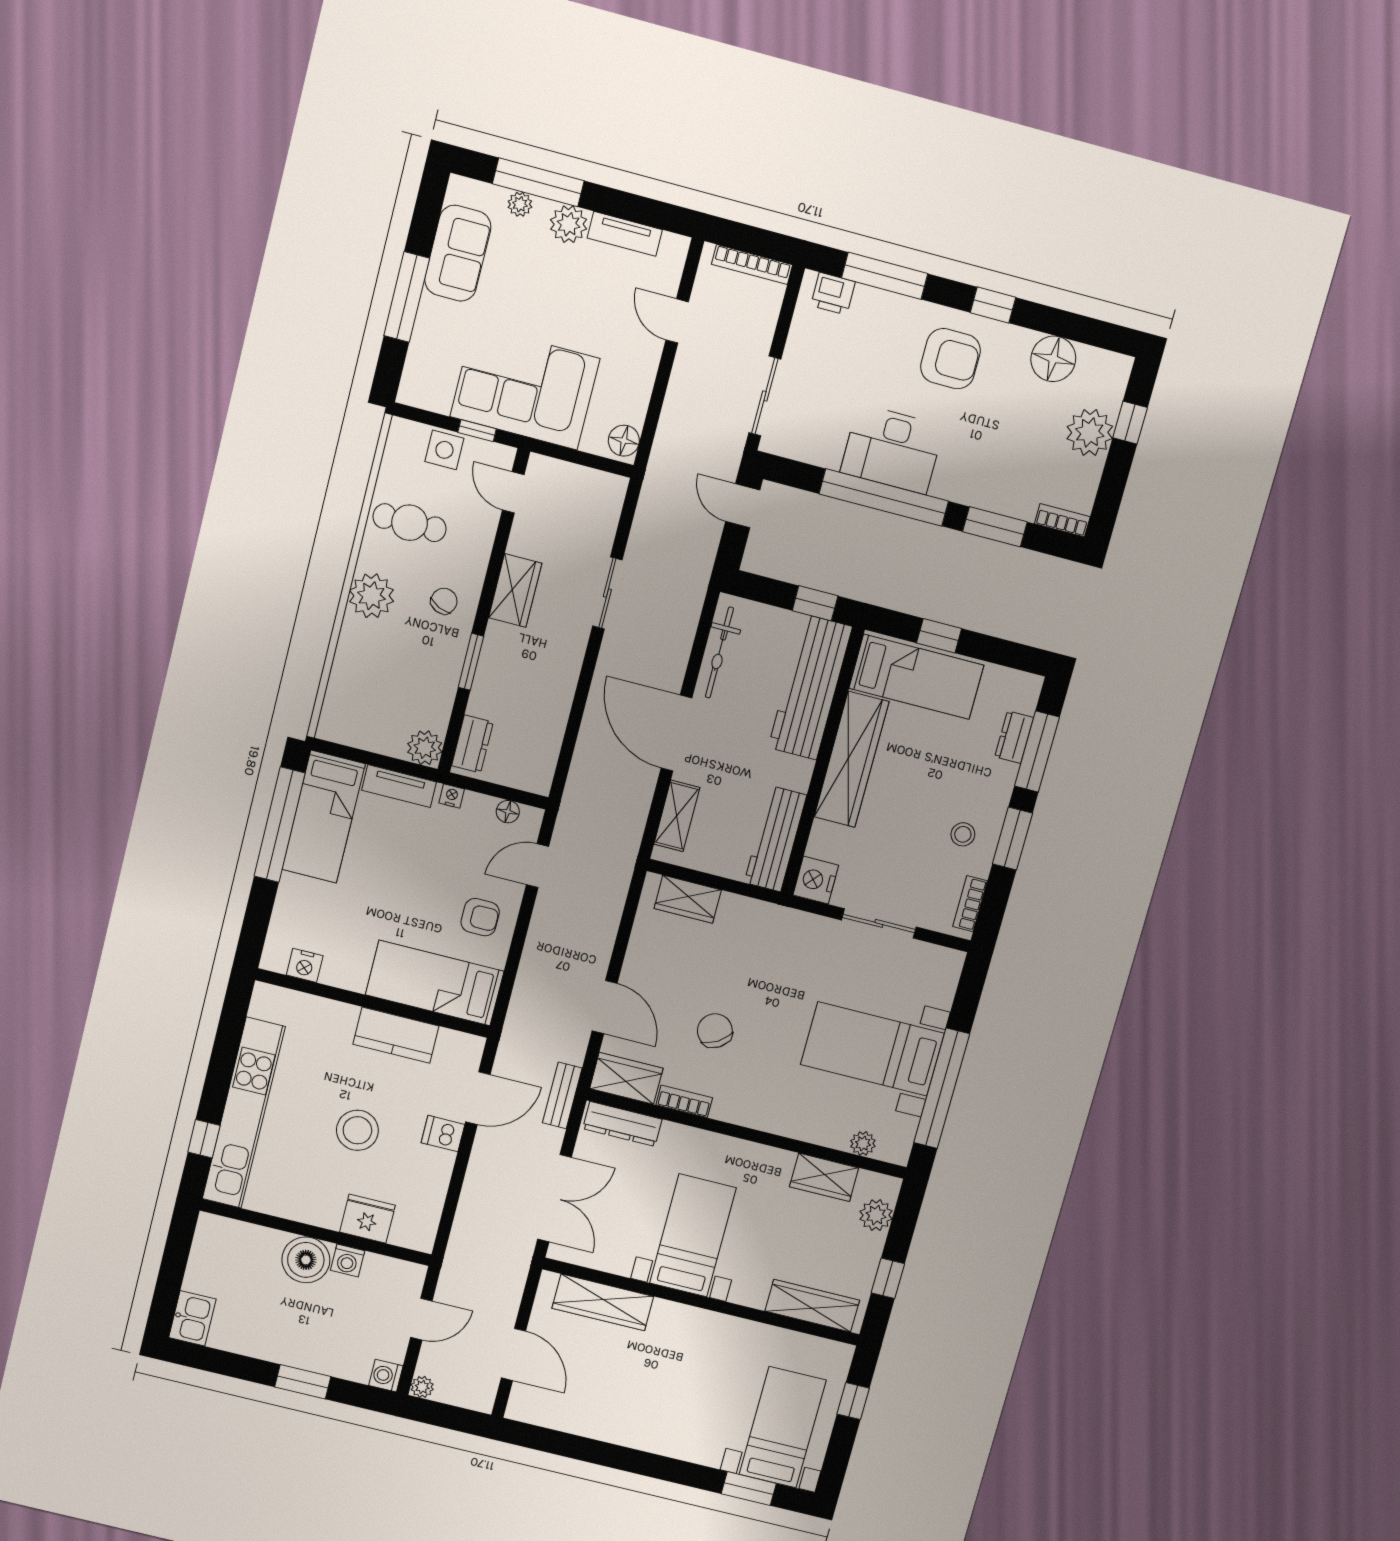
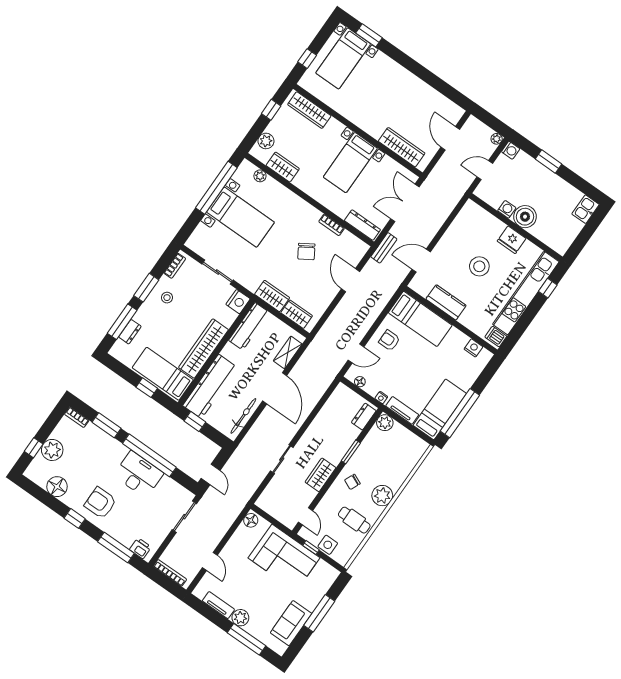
plant: (520, 204) -> (258, 633), removed
wardrobe: (626, 1078) -> (272, 296), moved, turned 180
dishwasher: (443, 1134) -> (496, 337), moved, turned 180
fridge: (367, 1219) -> (512, 240), moved

